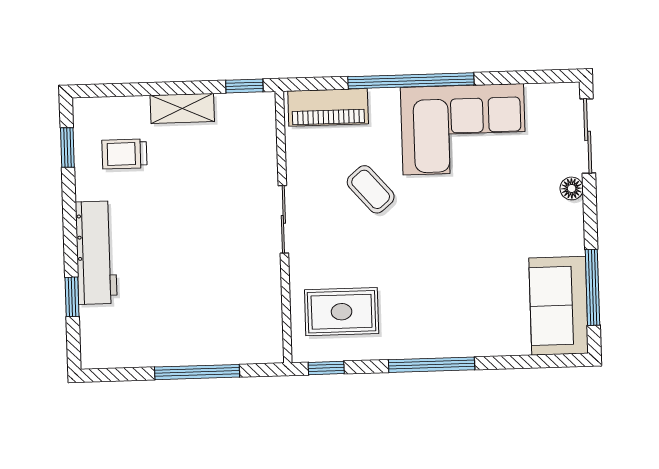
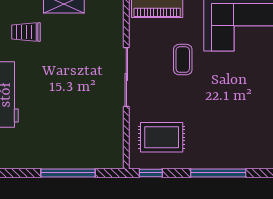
coffee table: (371, 189) -> (183, 60), turned 41
sliding door: (283, 219) -> (126, 77), width x1.37

